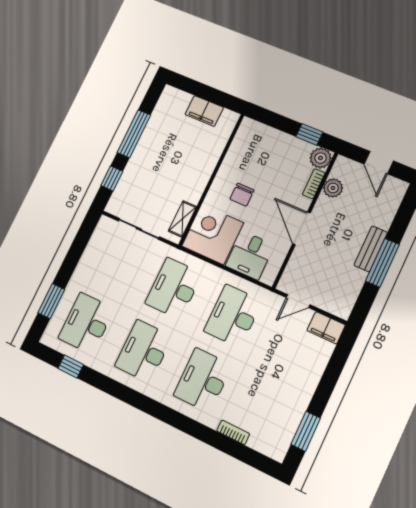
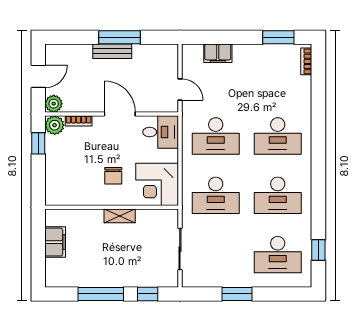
plant: (333, 188) -> (54, 104), moved
chair: (242, 195) -> (113, 176), turned 90
shelving: (182, 219) -> (120, 216), moved
door: (301, 228) -> (120, 114), swing flipped
desk: (250, 255) -> (161, 132), moved
window: (51, 301) -> (237, 294), moved
filing cabinet: (326, 328) -> (218, 53), moved, turned 90
bookcase: (233, 432) -> (306, 61), moved

